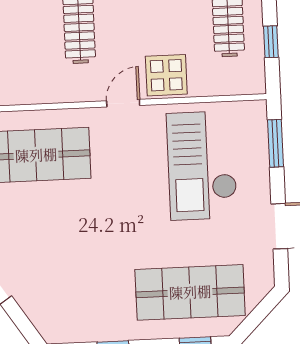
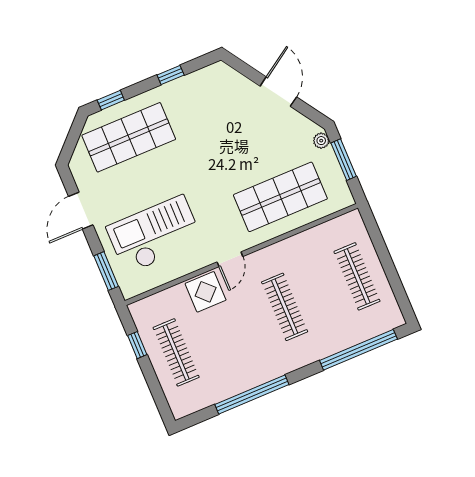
checkout: (202, 165) -> (155, 235), turned -90

